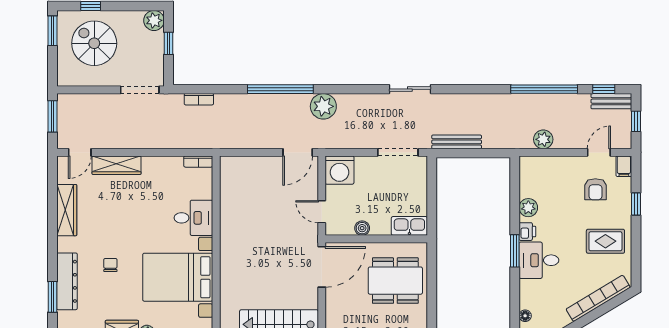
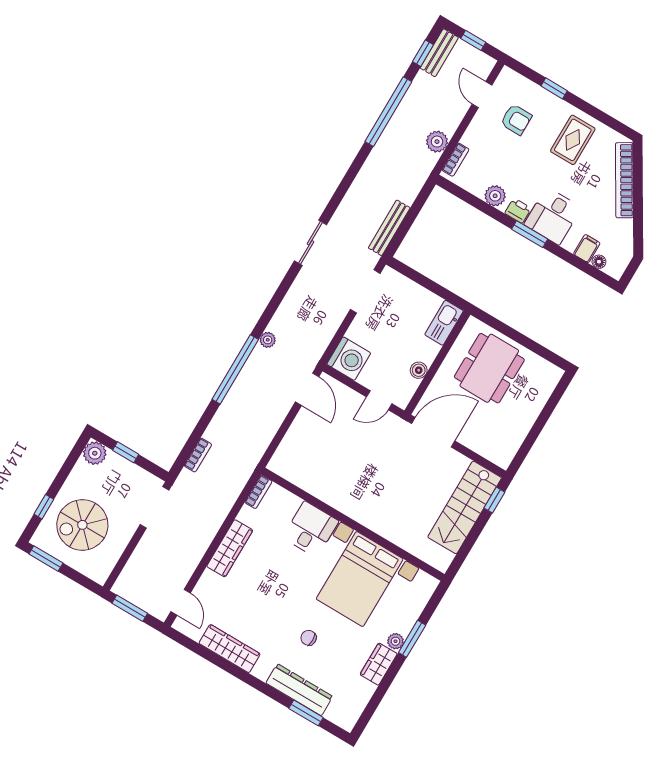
plant: (323, 106) -> (268, 340), width x0.53, depth x0.53
bookcase: (538, 161) -> (456, 160), added
wardrobe: (117, 165) -> (230, 548), moved
filing cabinet: (624, 166) -> (587, 249), moved, turned -90
door: (322, 267) -> (433, 432), hinge flipped

